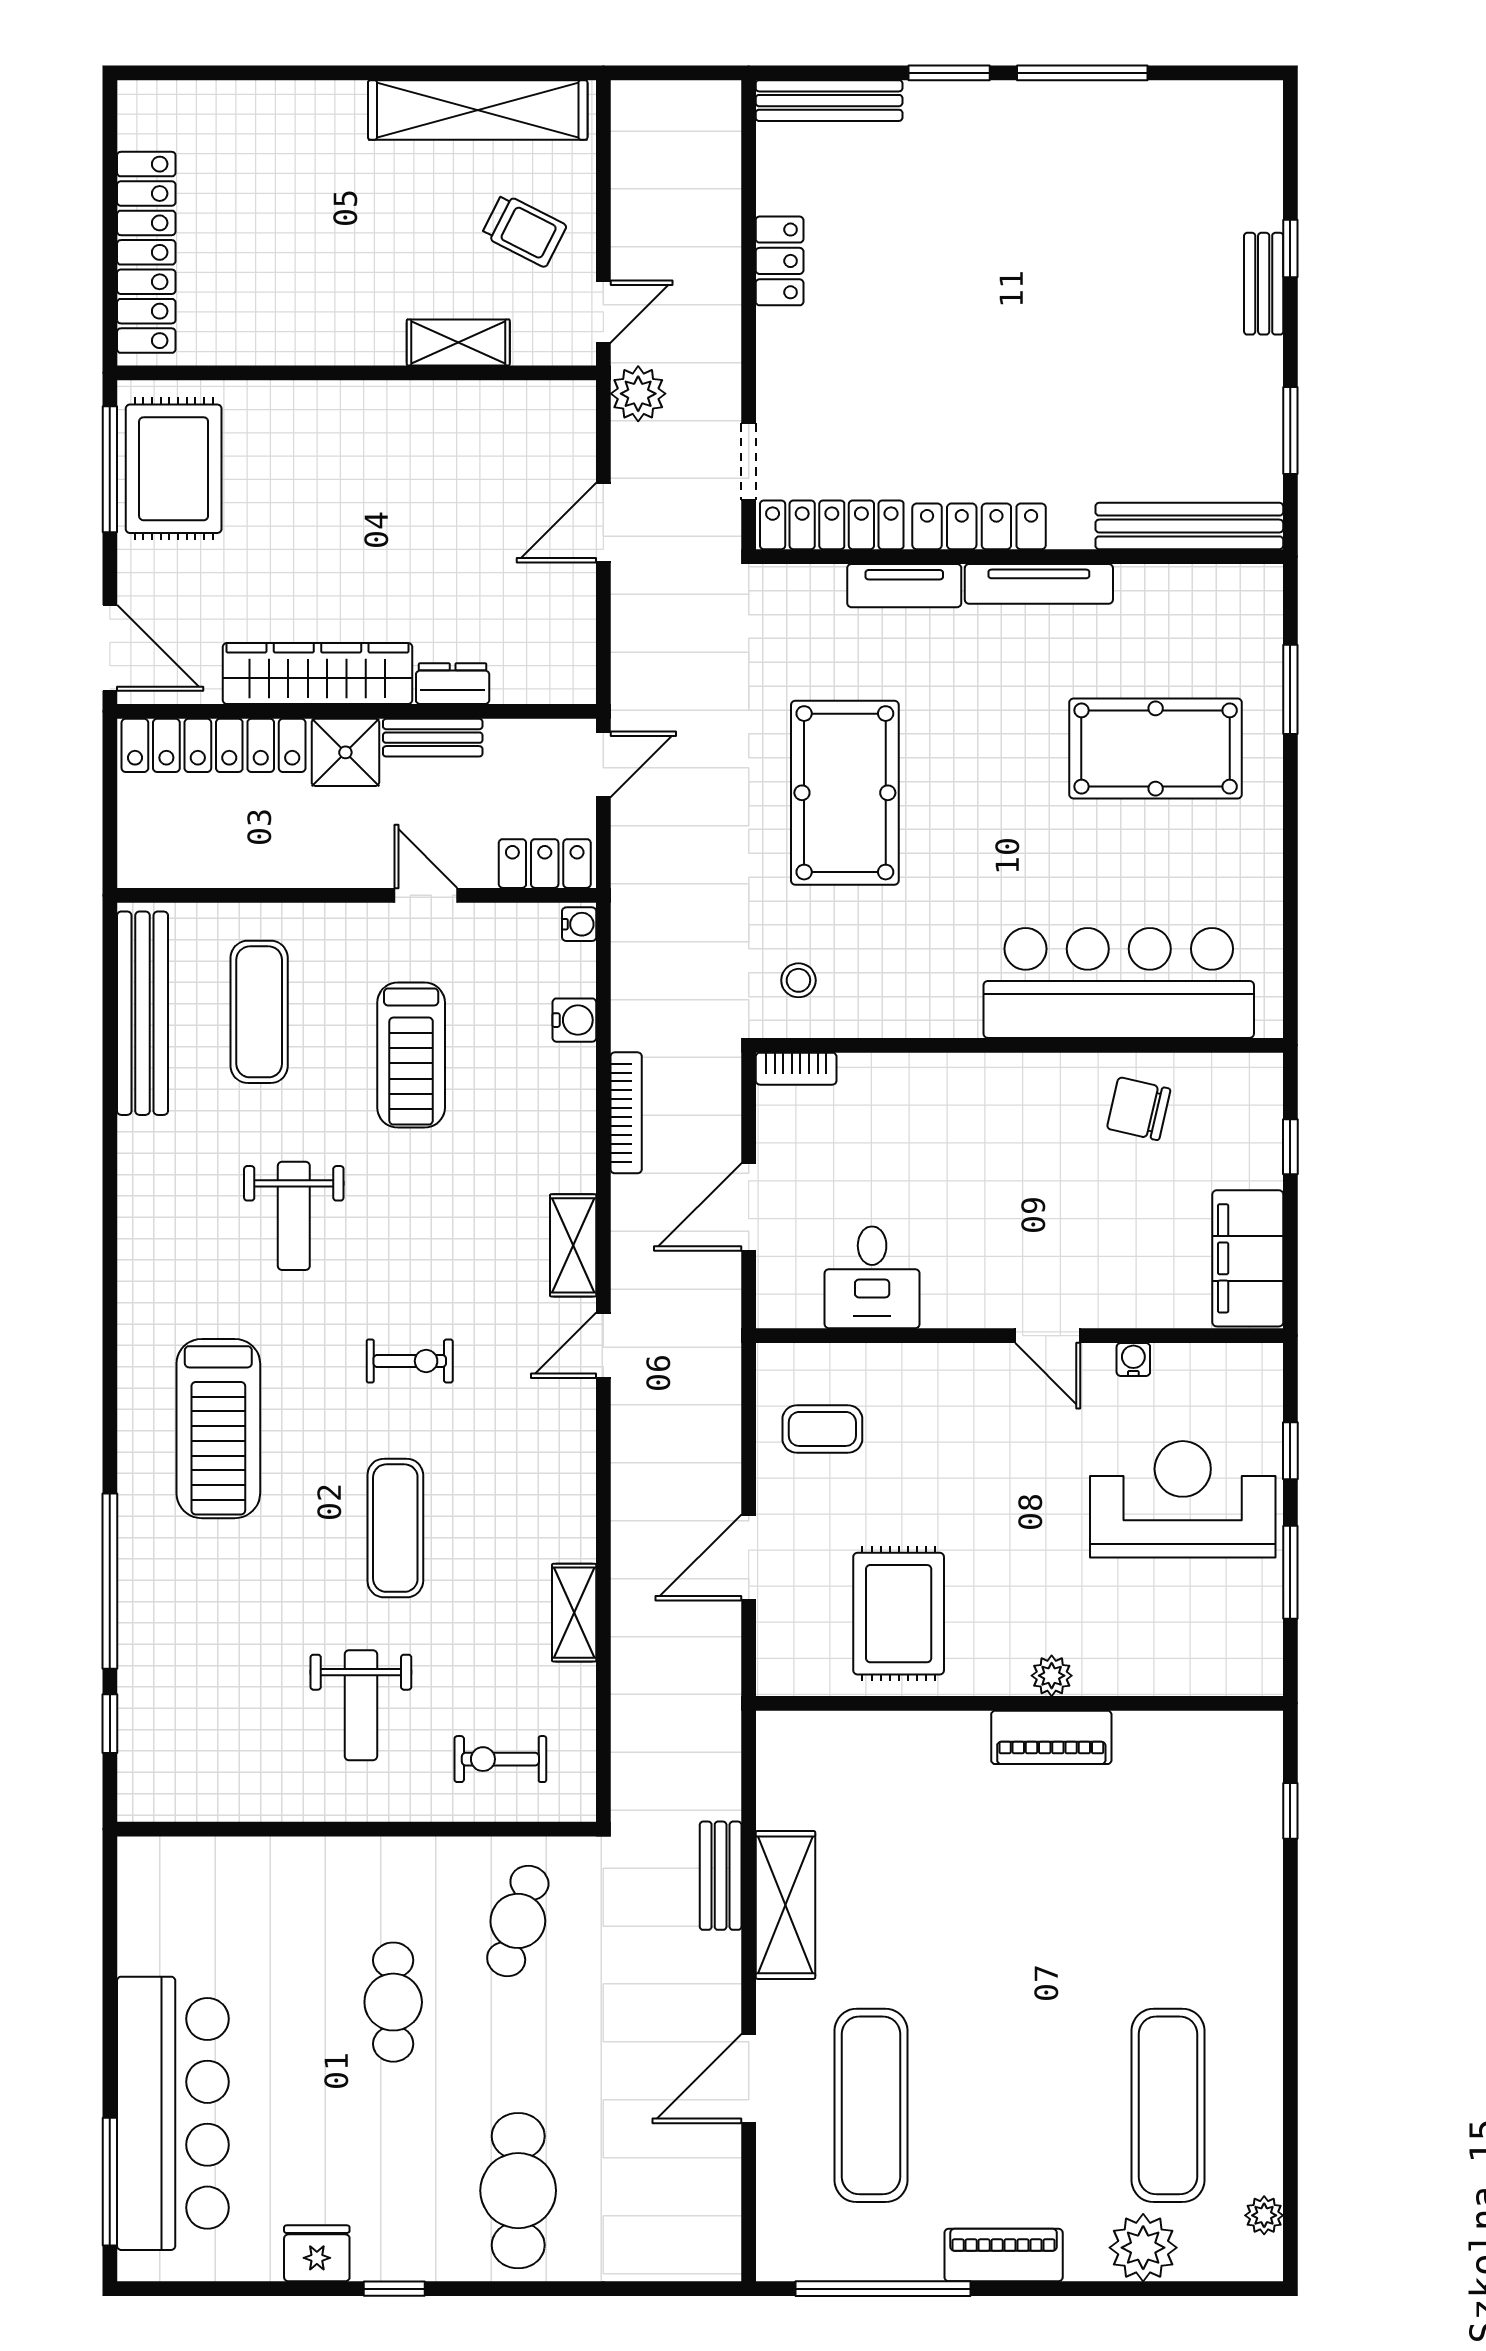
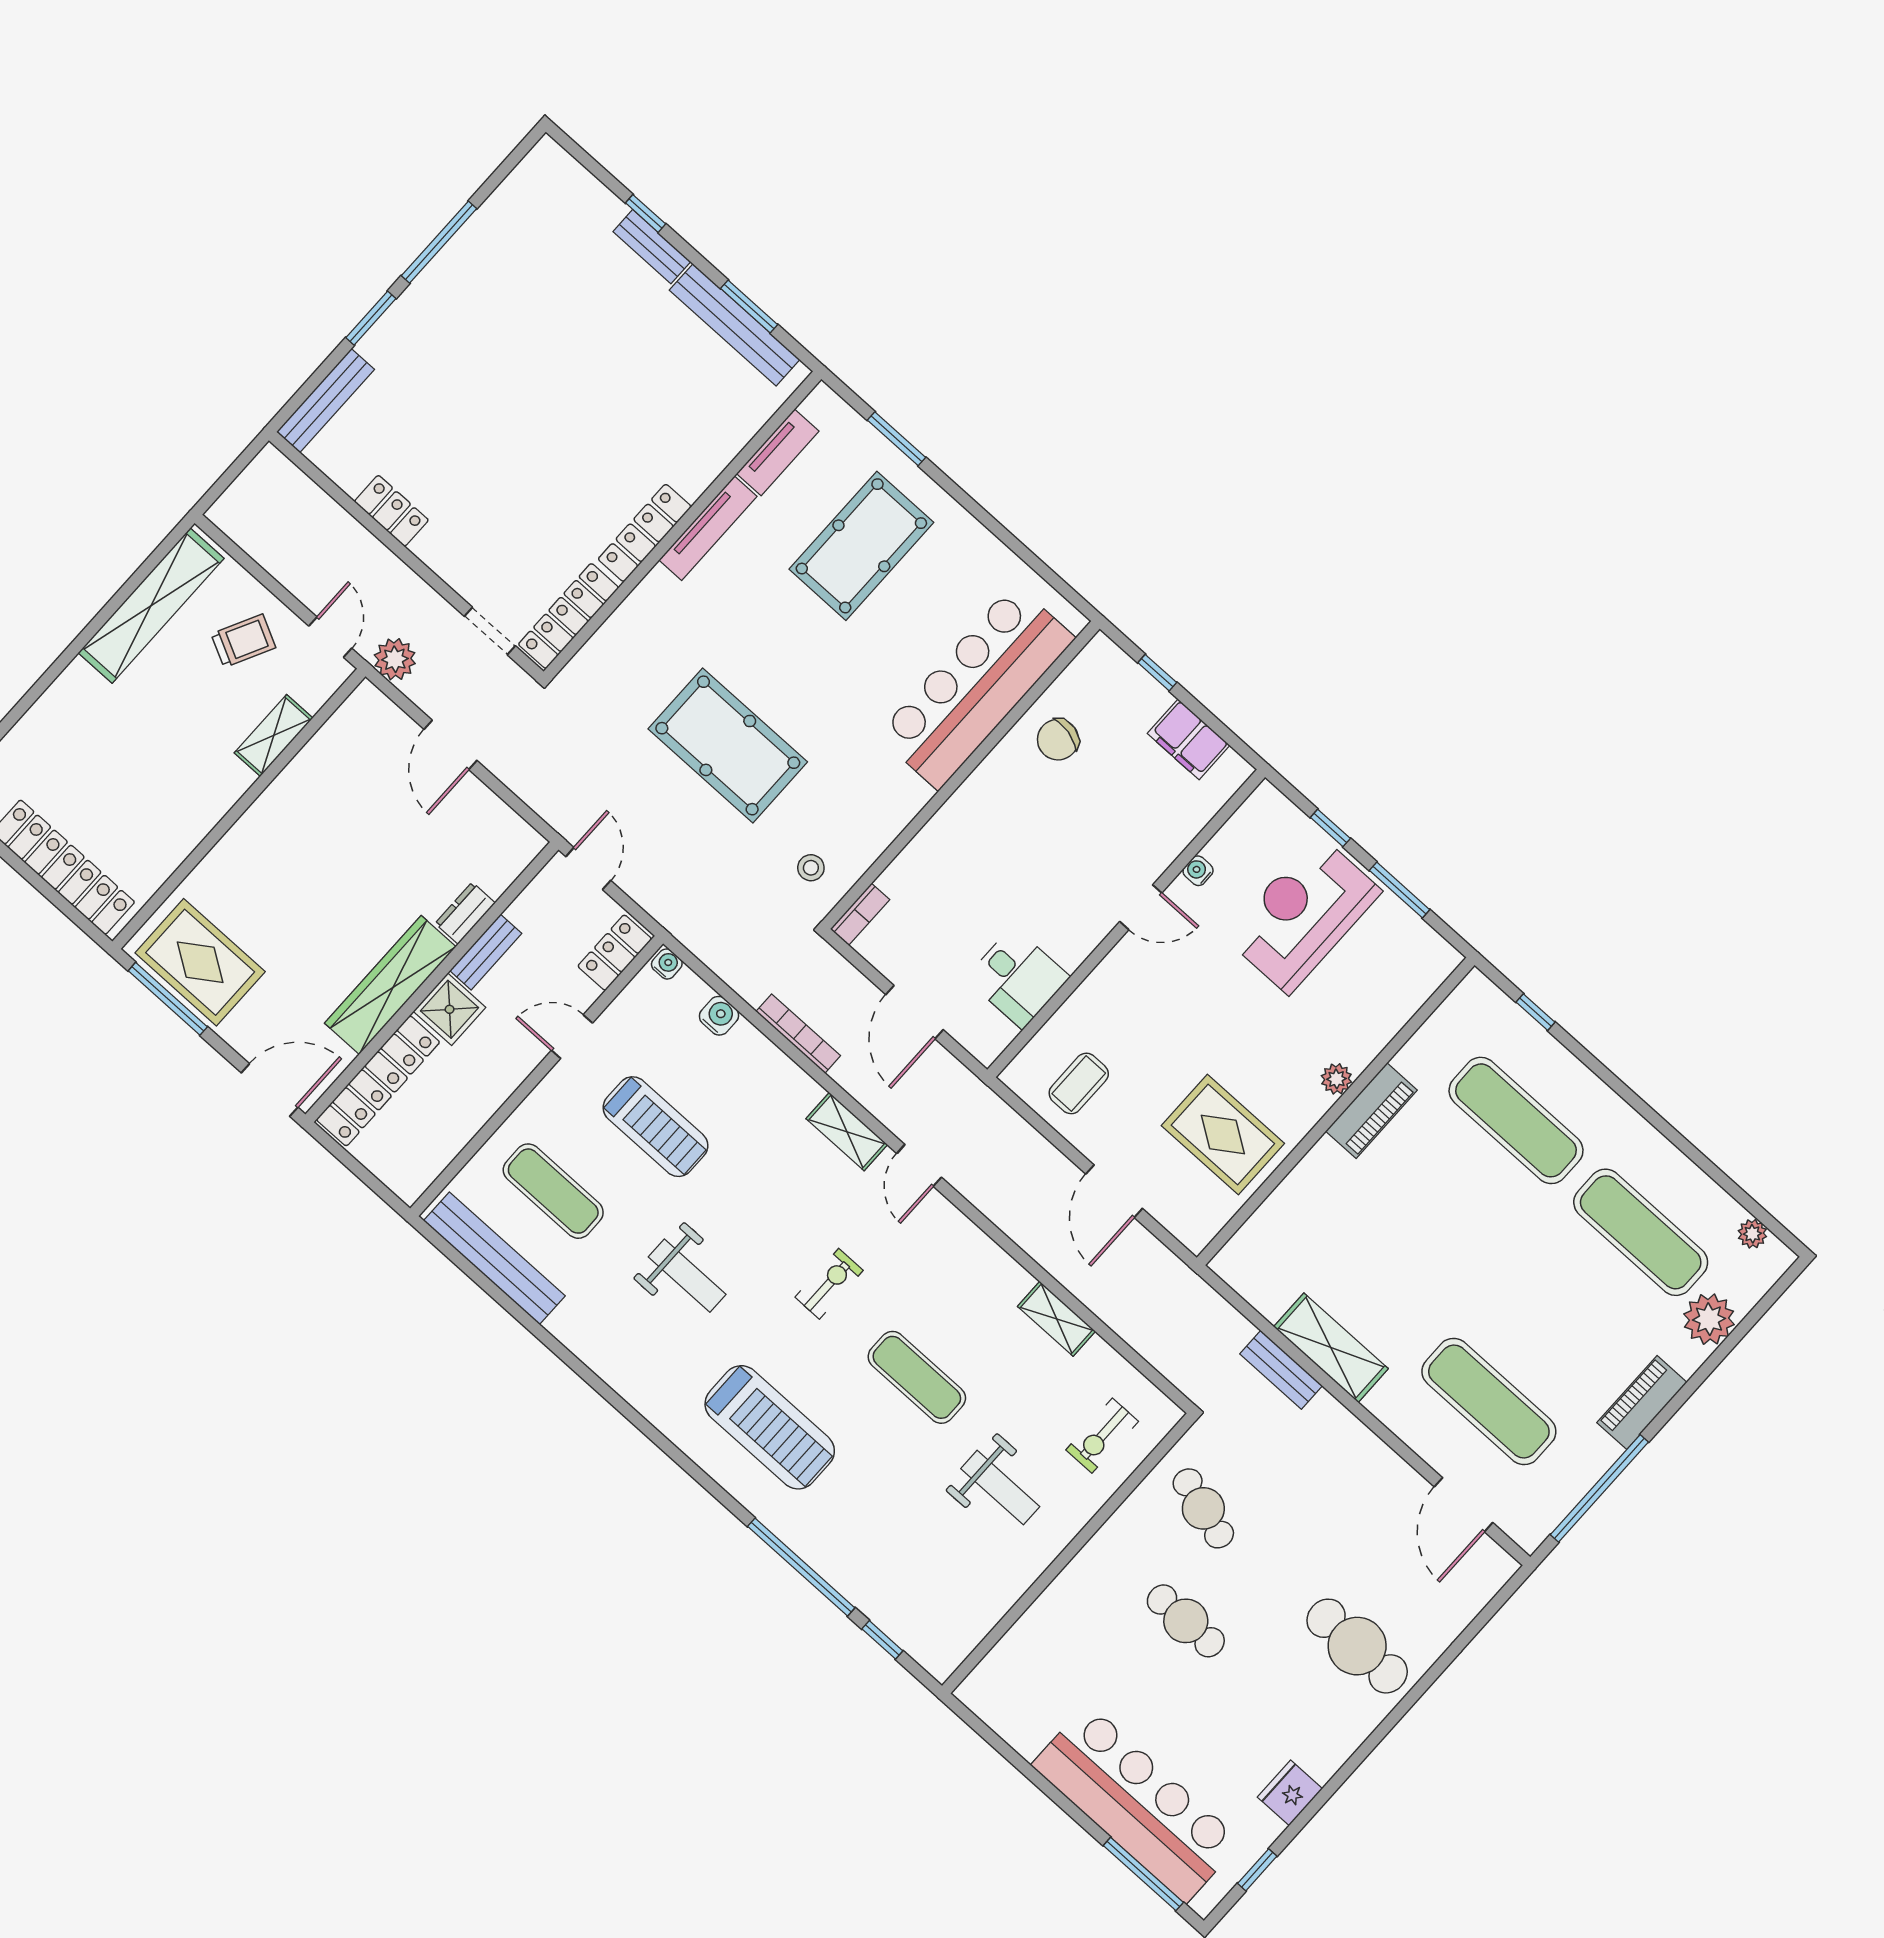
bench: (1189, 526) -> (735, 325), moved, turned 90
tv unit: (904, 586) -> (778, 452), moved
filing cabinet: (1248, 1258) -> (1189, 739), width x0.67, depth x0.86
exercise mat: (1168, 1887) -> (1516, 1120), added
door: (749, 2079) -> (1464, 1505), moved
window: (394, 2289) -> (1257, 1870), moved

